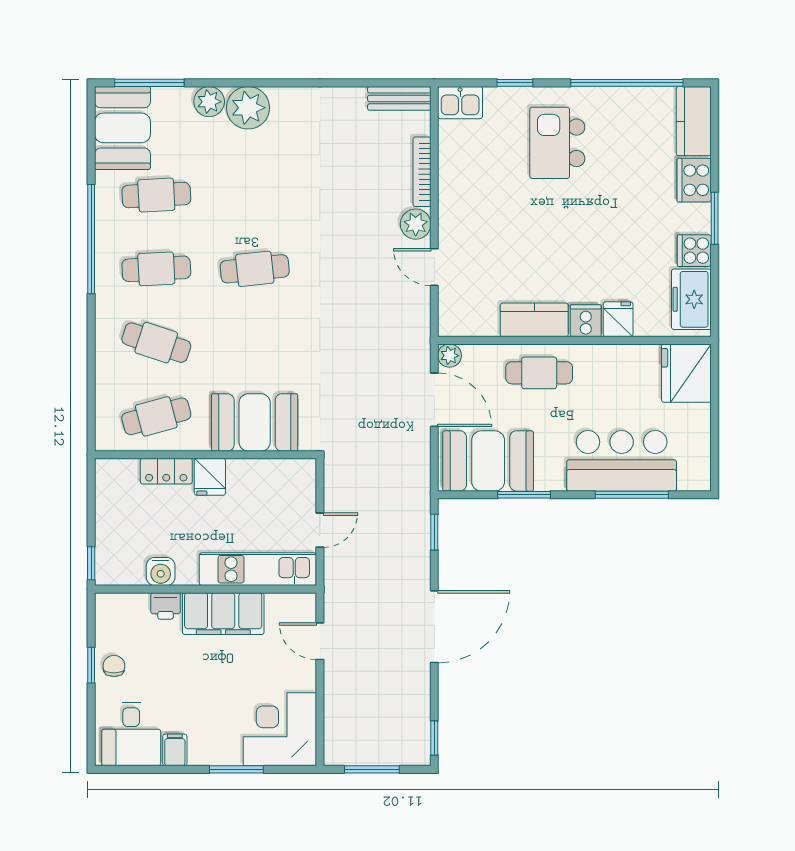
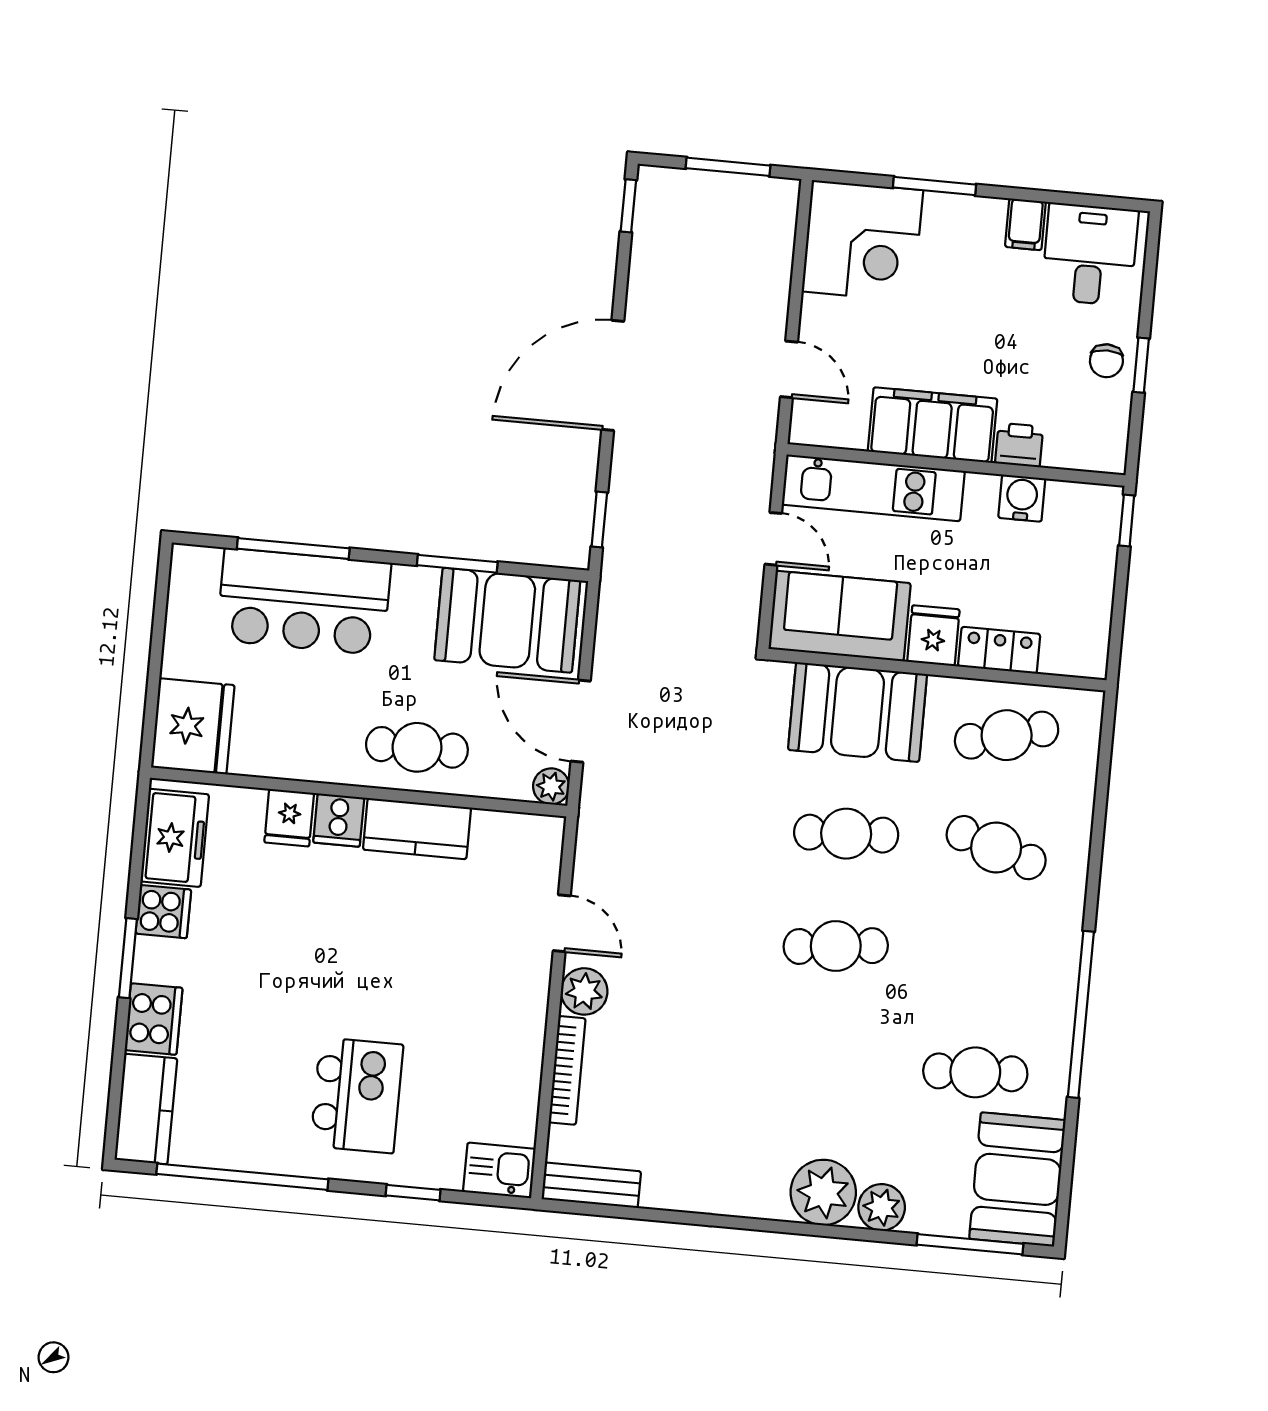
cafe table: (156, 269) -> (846, 834), moved
sofa: (272, 484) -> (840, 616), added
door: (320, 530) -> (773, 539), swing flipped

